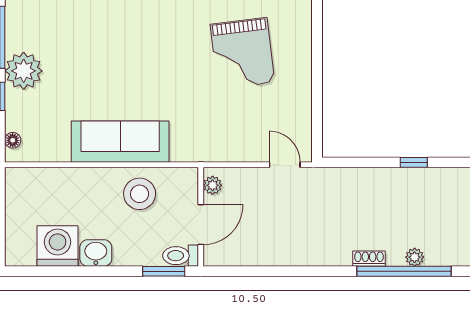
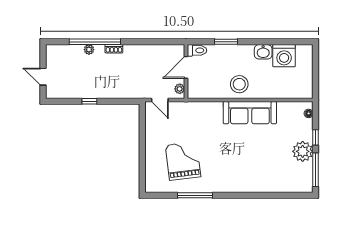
plant: (213, 185) -> (180, 89), moved
wall: (201, 217) -> (186, 72), moved
door: (201, 225) -> (186, 67), moved
toilet: (181, 256) -> (197, 50), moved

